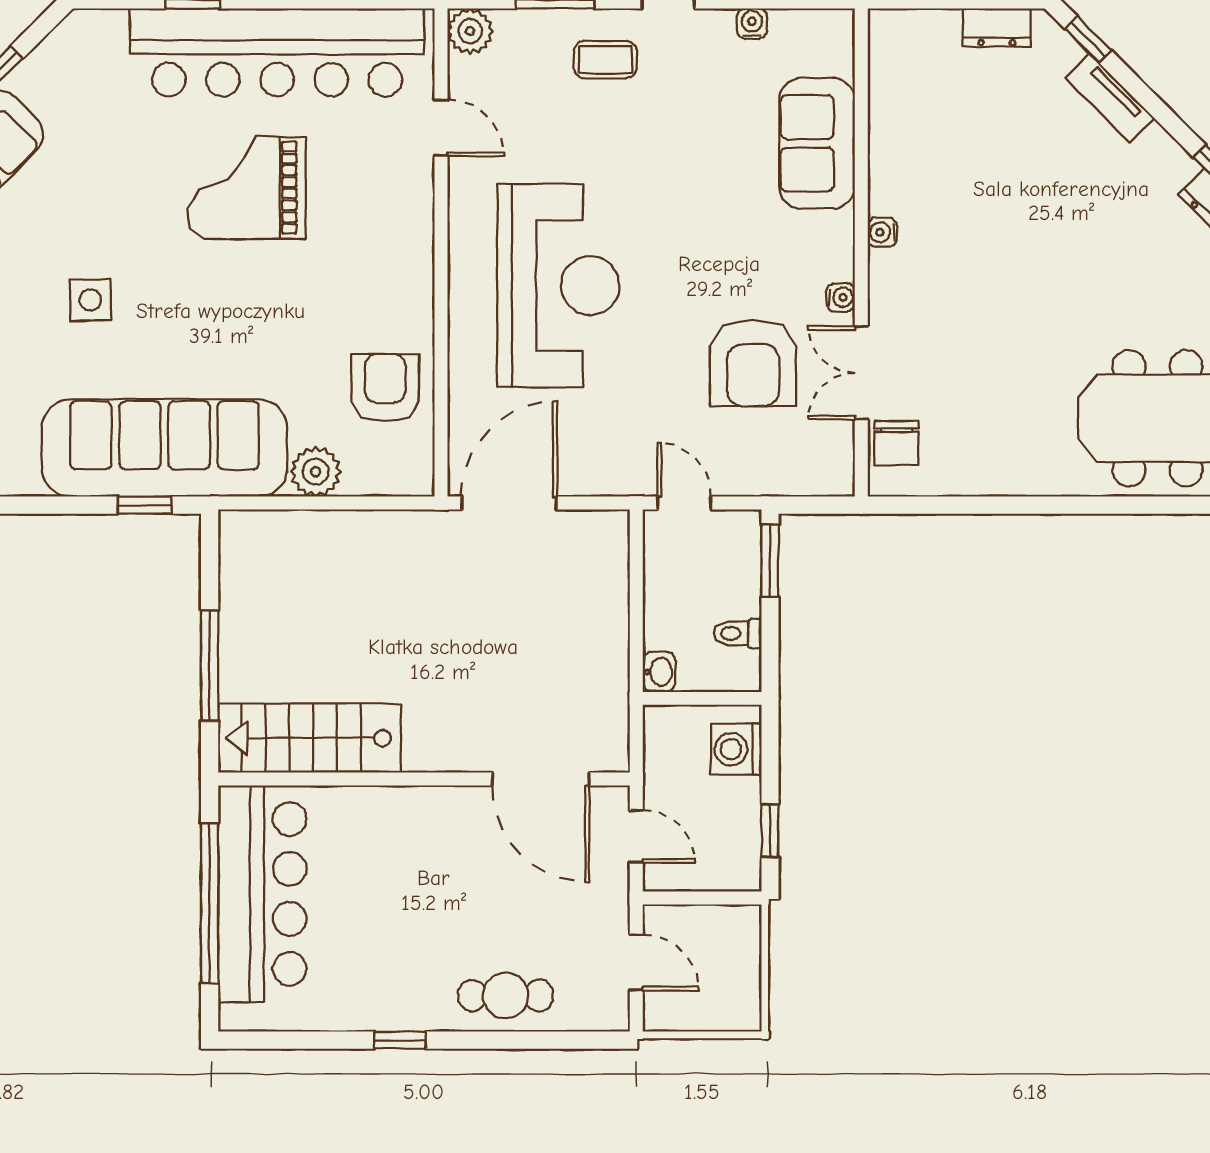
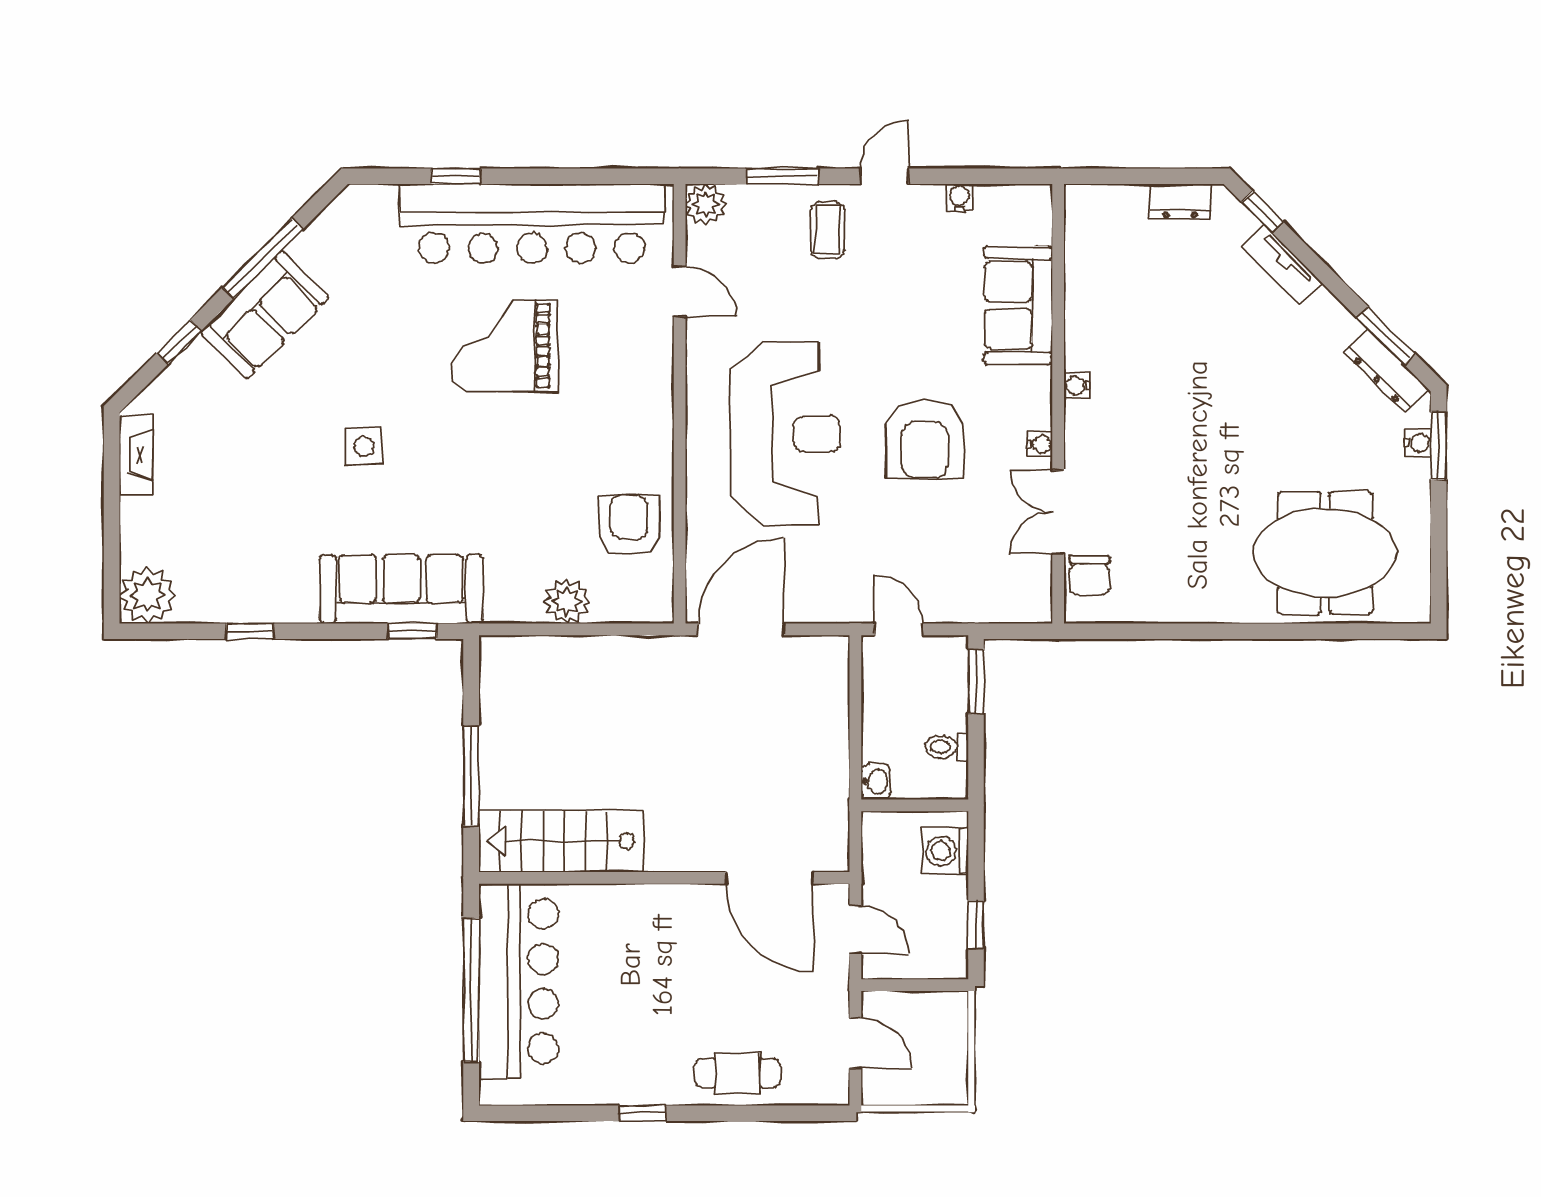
coffee table: (605, 59) -> (828, 230), turned 90
armchair: (753, 363) -> (925, 439), moved
sofa: (164, 448) -> (401, 589), width x0.74, depth x0.79

